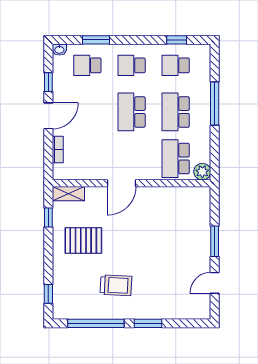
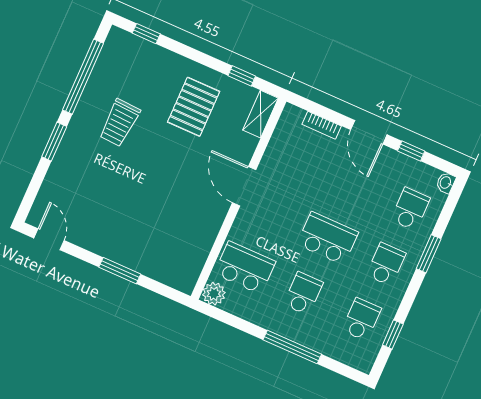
window: (96, 40) -> (429, 254), moved
school desk: (176, 112) -> (303, 294), width x0.54
door: (215, 283) -> (49, 239), moved

